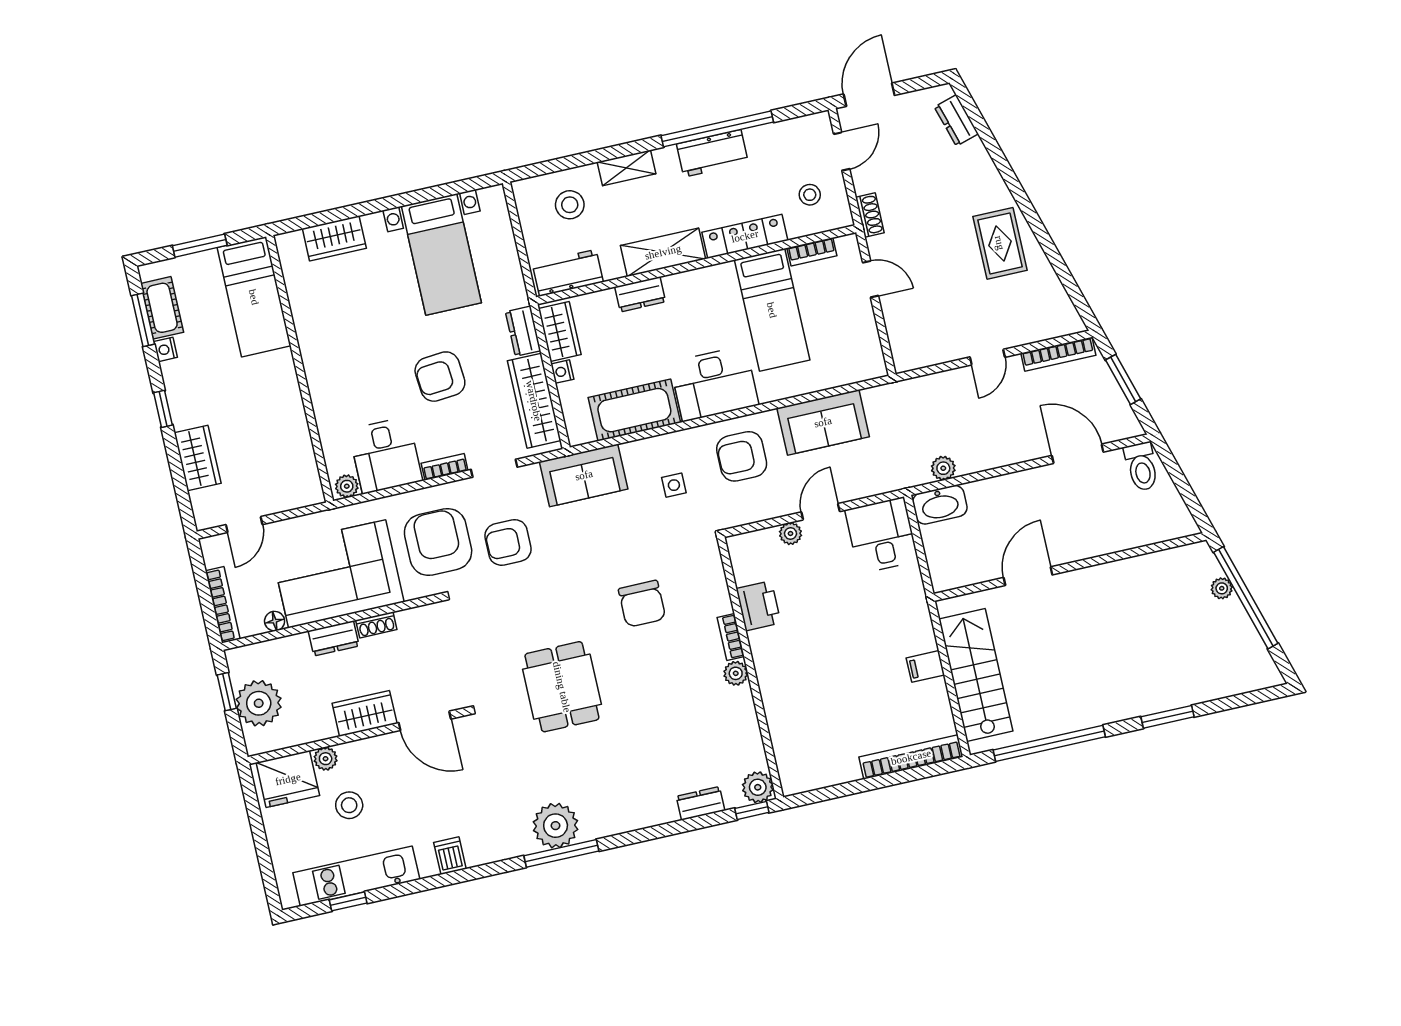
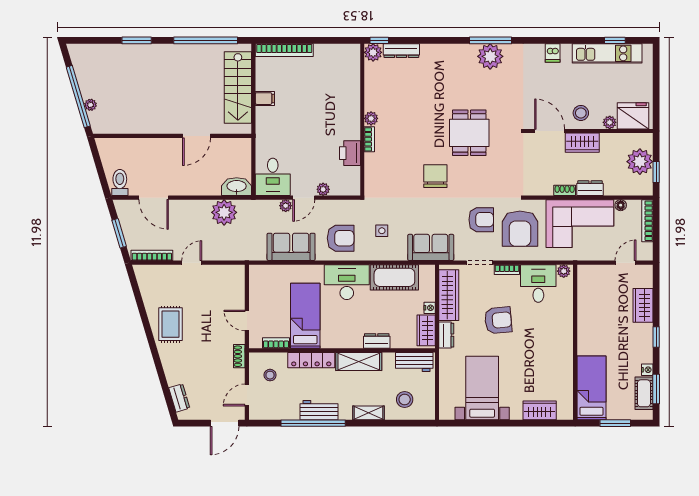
plant: (943, 468) -> (224, 212), width x1.87, depth x1.87
plant: (848, 491) -> (286, 206), added
chair: (642, 604) -> (435, 176), moved
dresser: (701, 803) -> (401, 51), width x1.44
stool: (349, 805) -> (581, 113), moved

